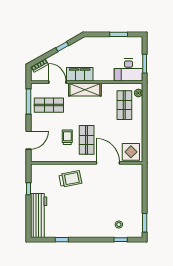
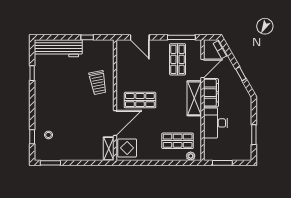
desk: (129, 70) -> (215, 123), moved
trolley: (67, 137) -> (143, 79), removed
shelving: (132, 169) -> (109, 149), added

